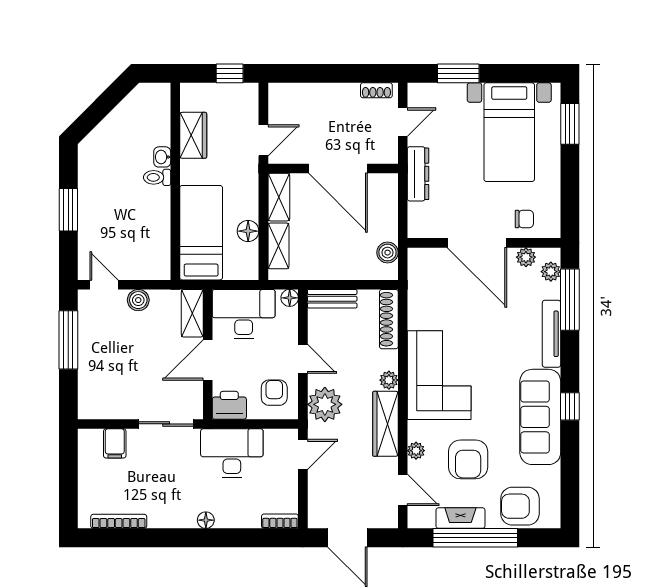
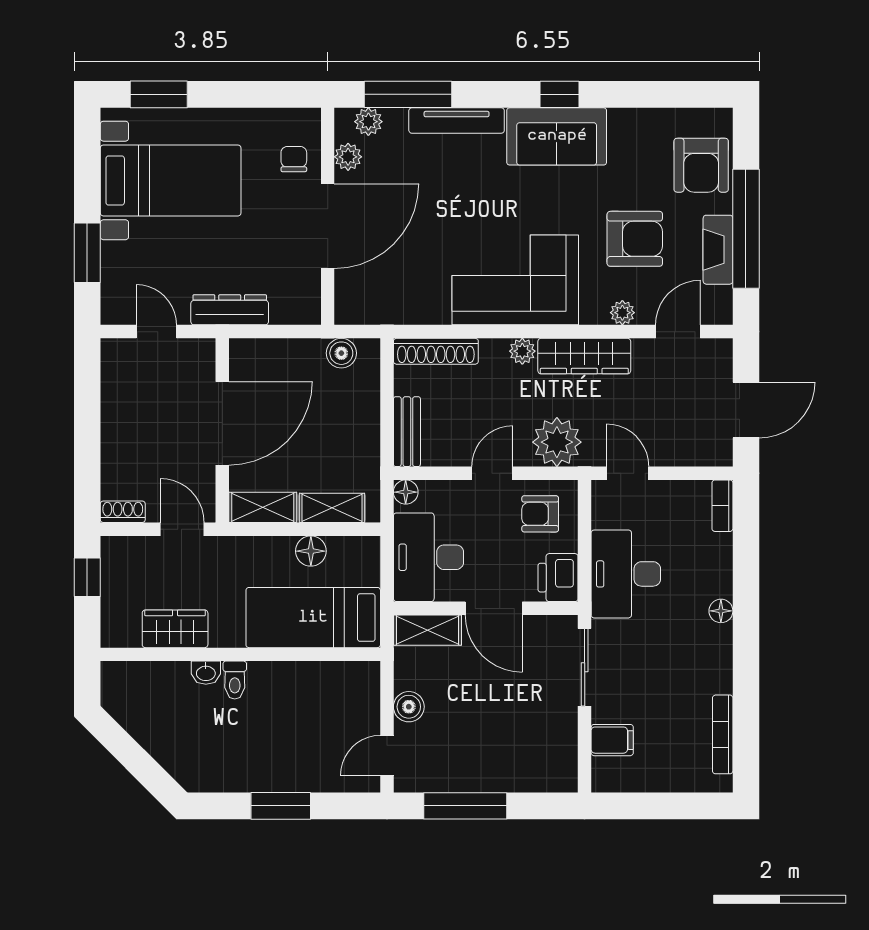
shoe rack: (376, 90) -> (123, 512), moved, turned -90
sofa: (540, 417) -> (557, 136), width x0.73

